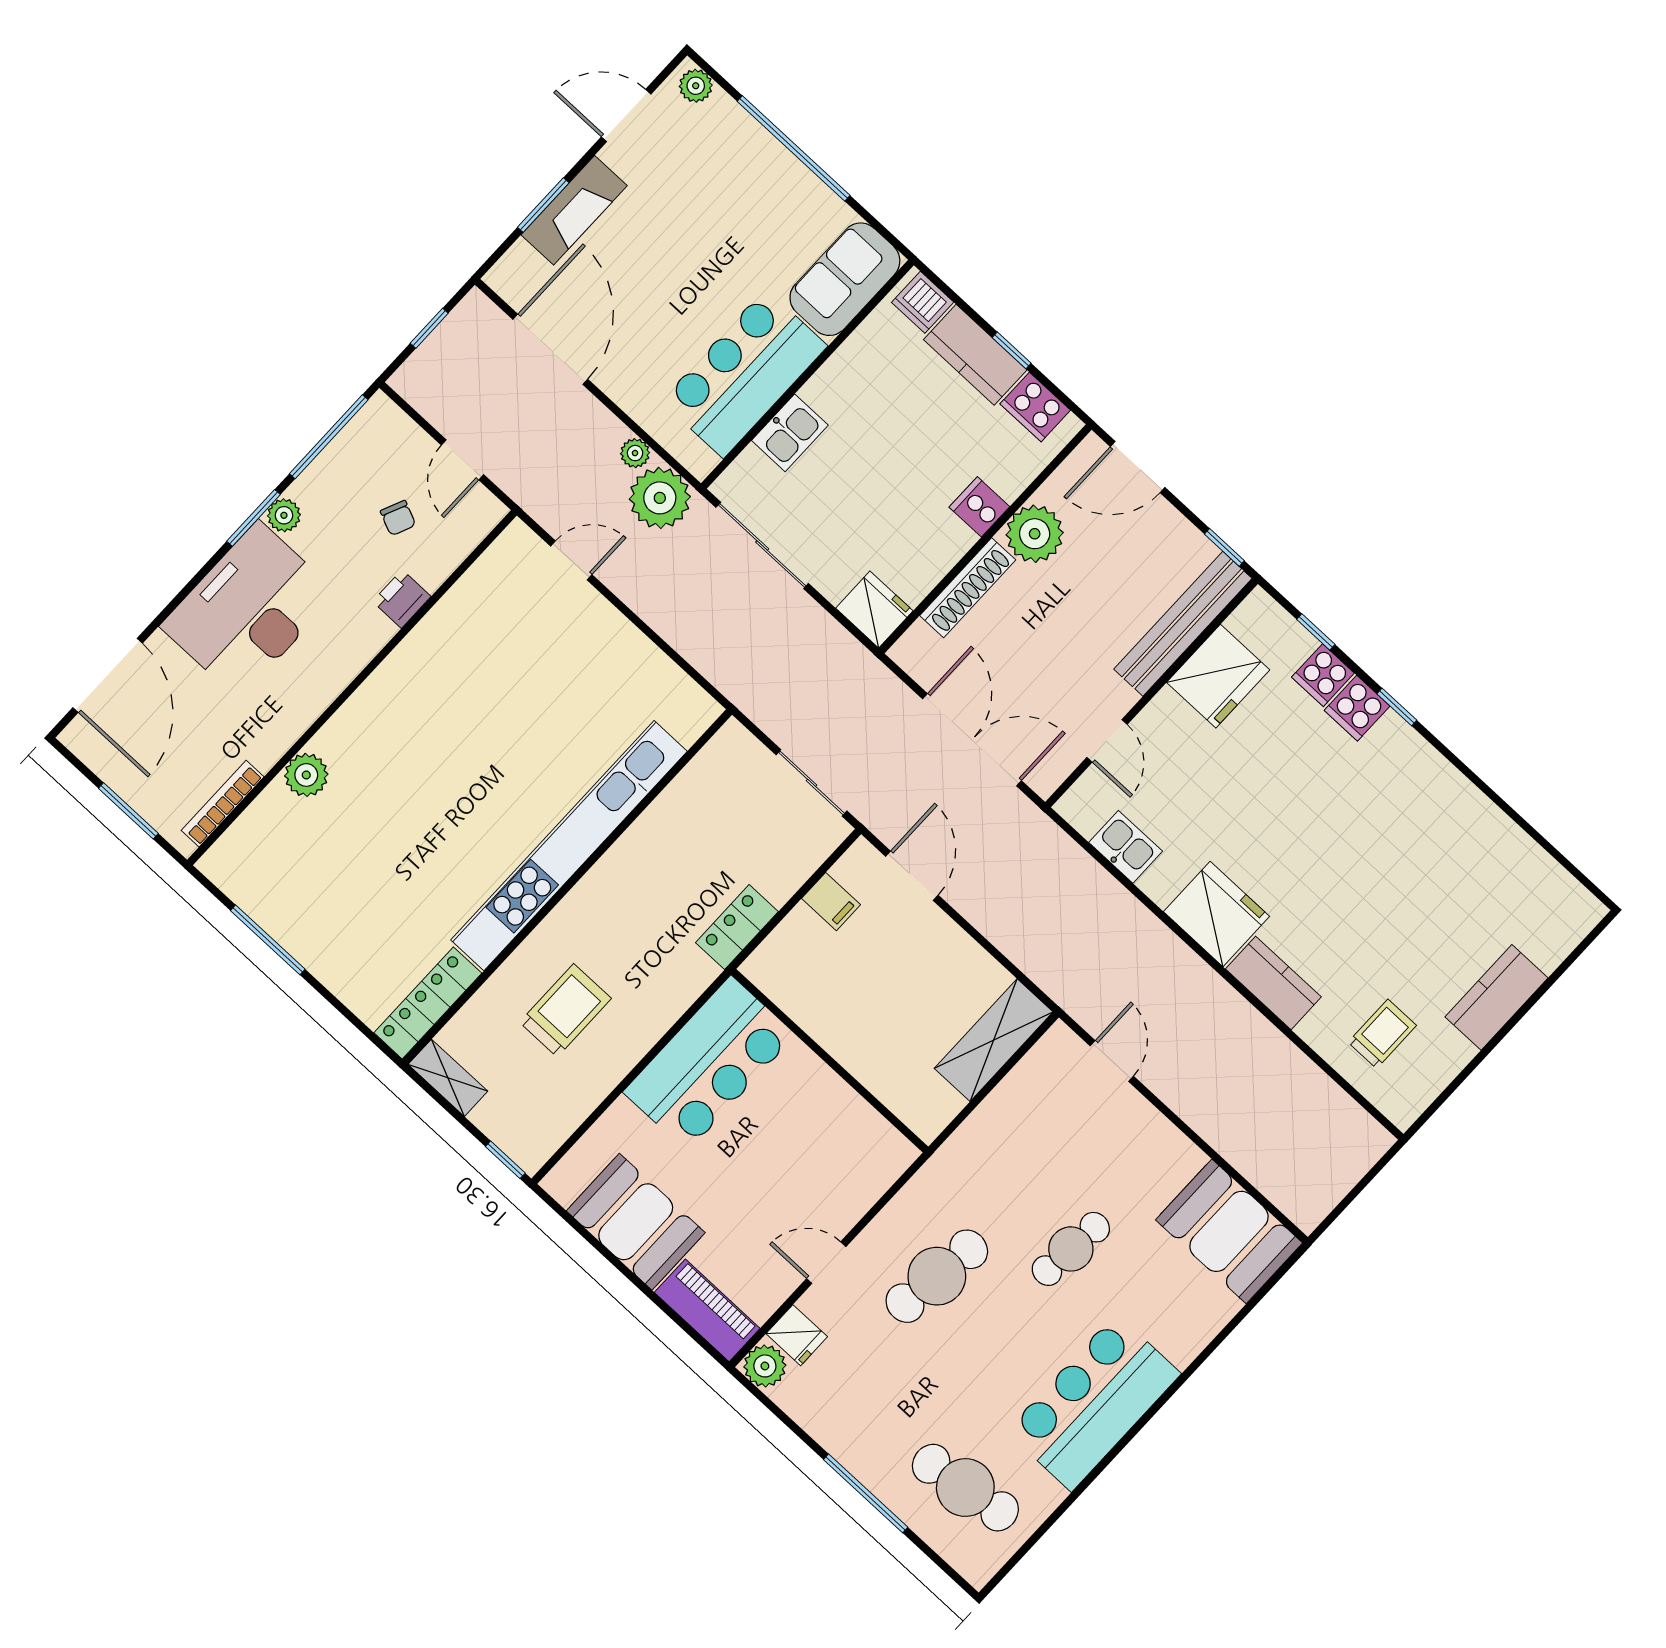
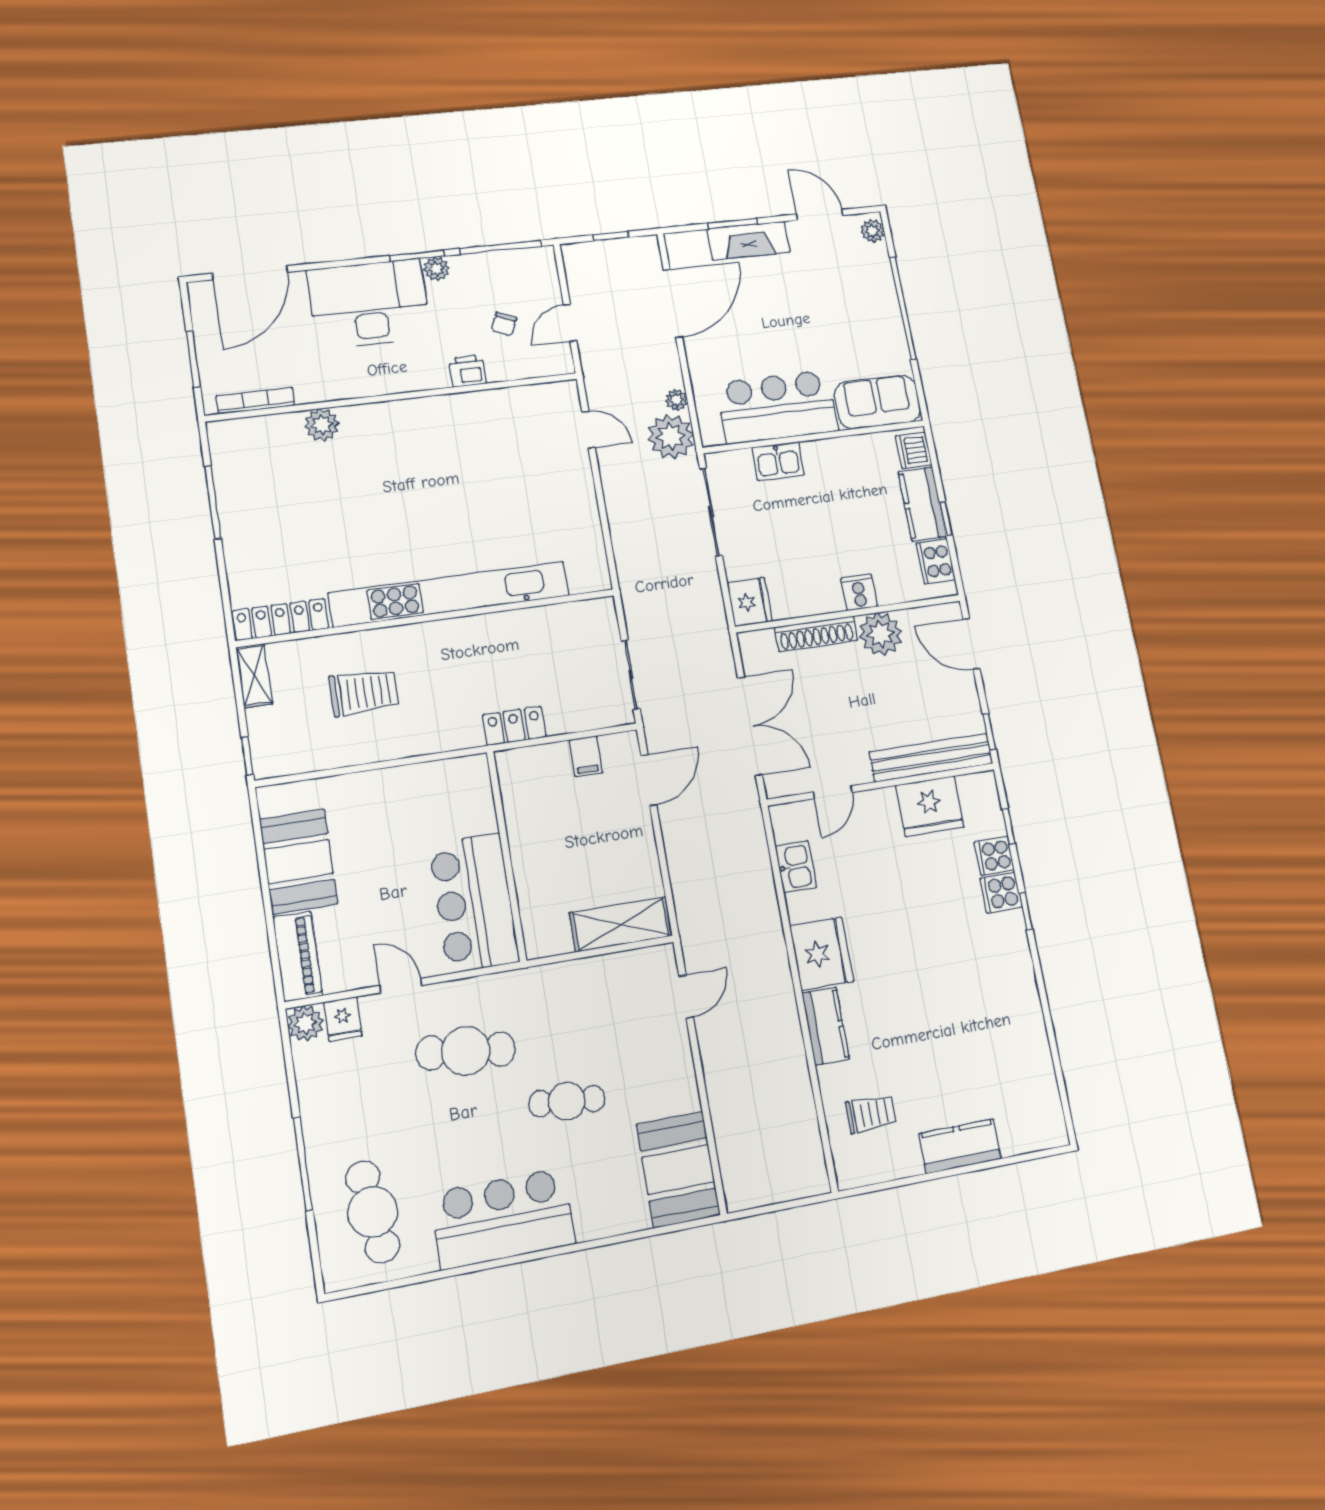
bar counter: (709, 1064) -> (474, 903), moved, turned 90

